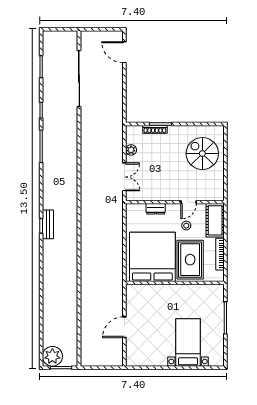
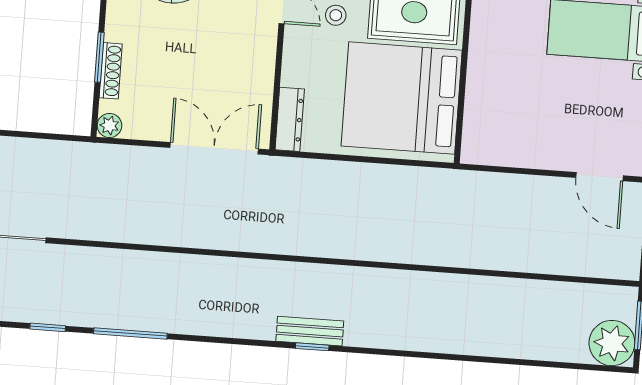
plant: (131, 150) -> (109, 126), moved
double door: (124, 177) -> (214, 148), width x1.37
dresser: (156, 209) -> (290, 119), moved, width x1.44
door: (124, 327) -> (600, 177), moved

